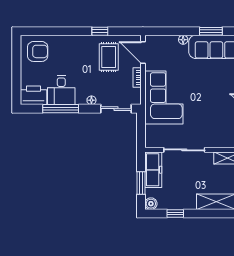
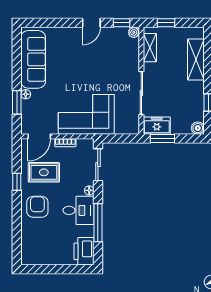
window: (211, 31) -> (17, 102), moved
armchair: (38, 51) -> (37, 207), moved
desk: (61, 90) -> (79, 210), moved
freezer: (153, 170) -> (157, 126), width x0.71
window: (141, 183) -> (162, 138), moved

